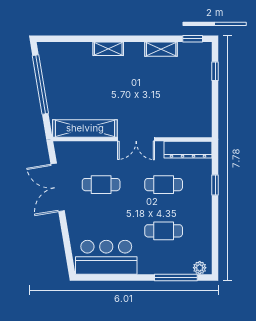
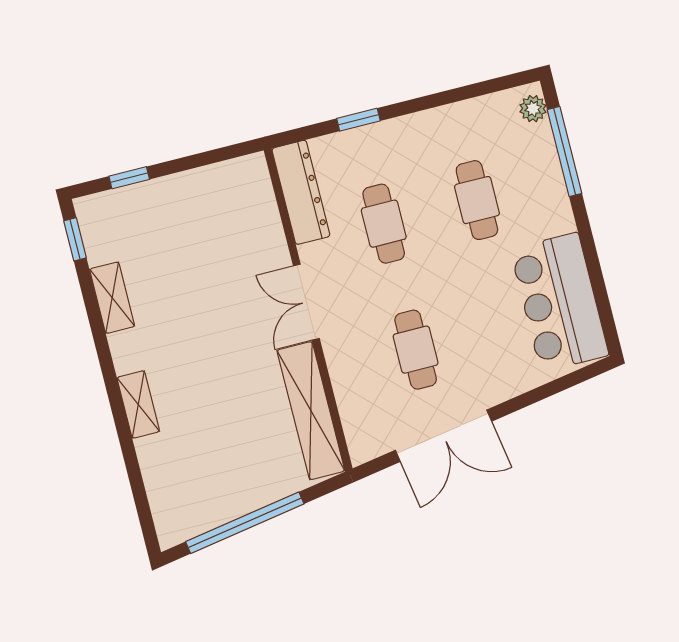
double door: (136, 139) -> (306, 302), swing flipped

